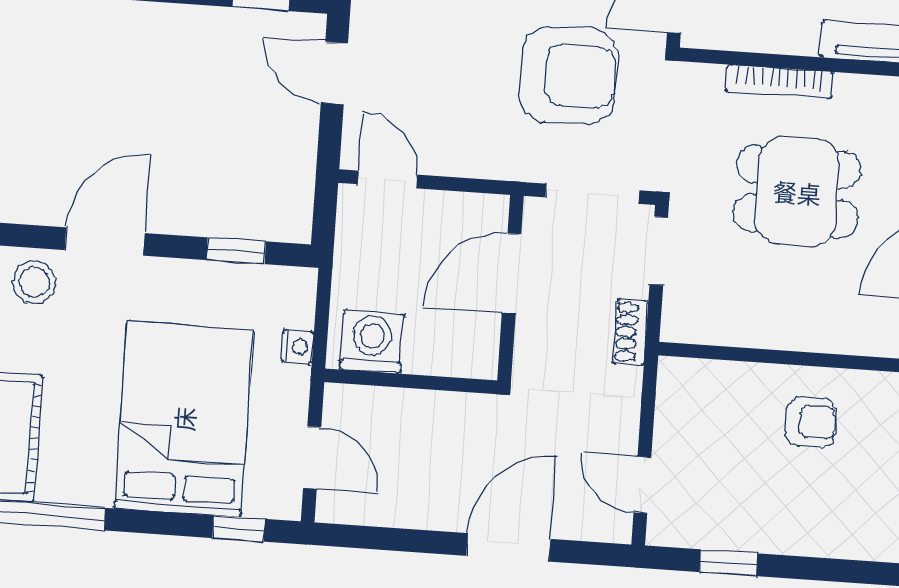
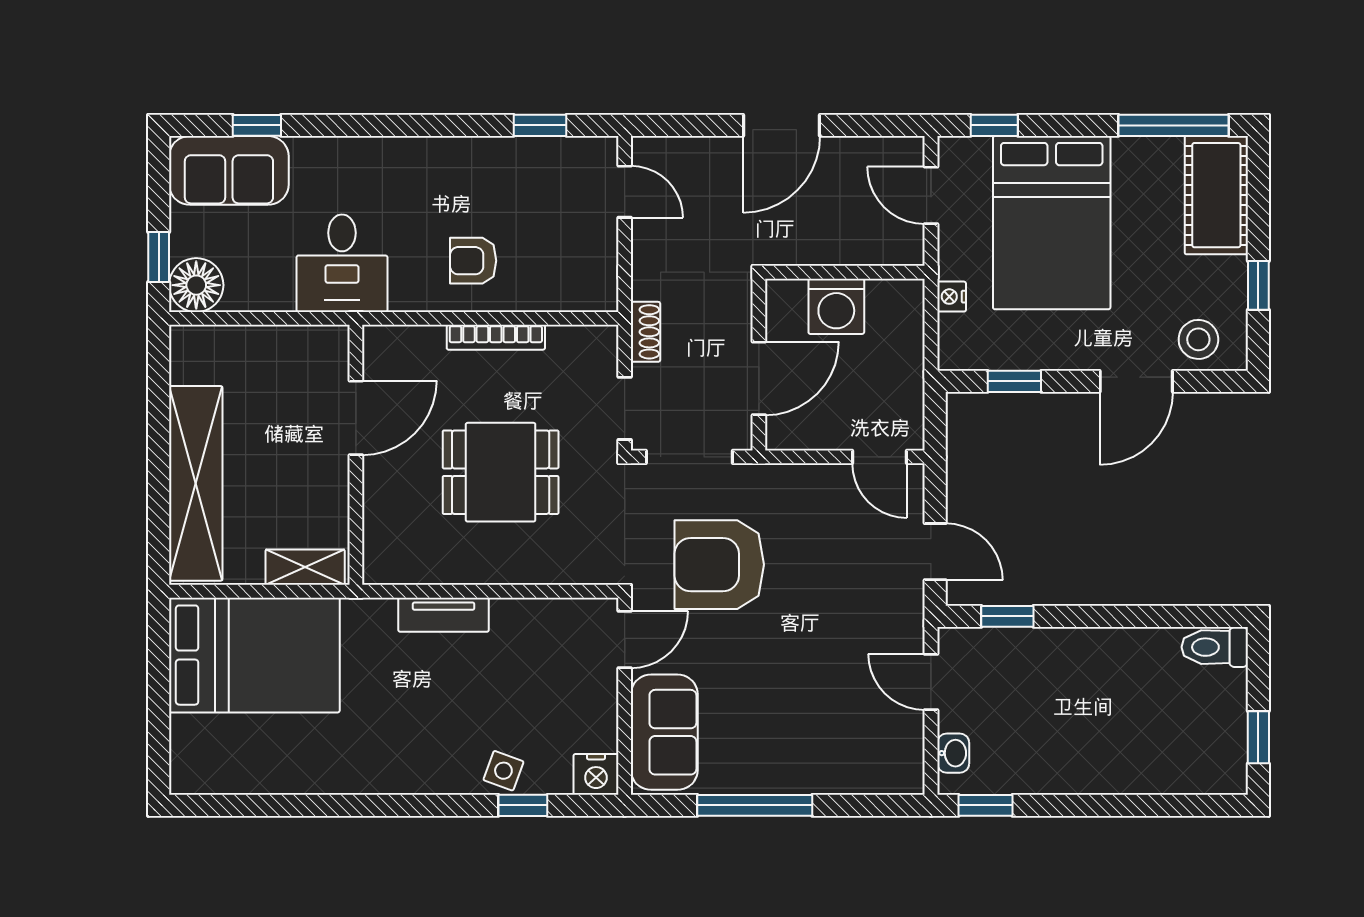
bookcase: (780, 82) -> (496, 337), moved, turned 180
washing machine: (372, 342) -> (836, 306), moved
door: (508, 547) -> (782, 125), moved

